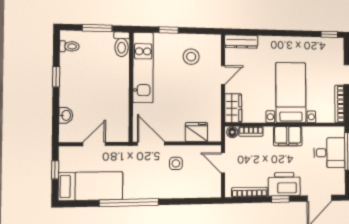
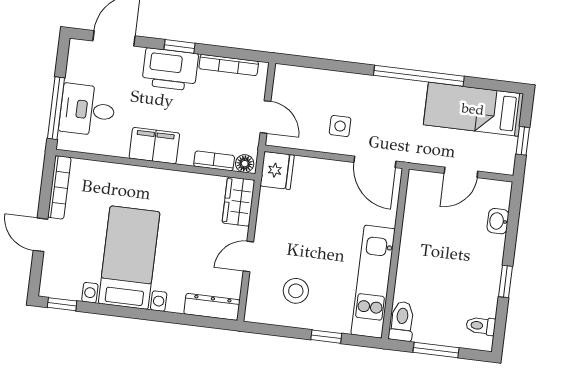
bed with nightstands: (291, 93) -> (129, 258), moved, turned 180
fridge: (196, 132) -> (277, 170), moved, turned -90

